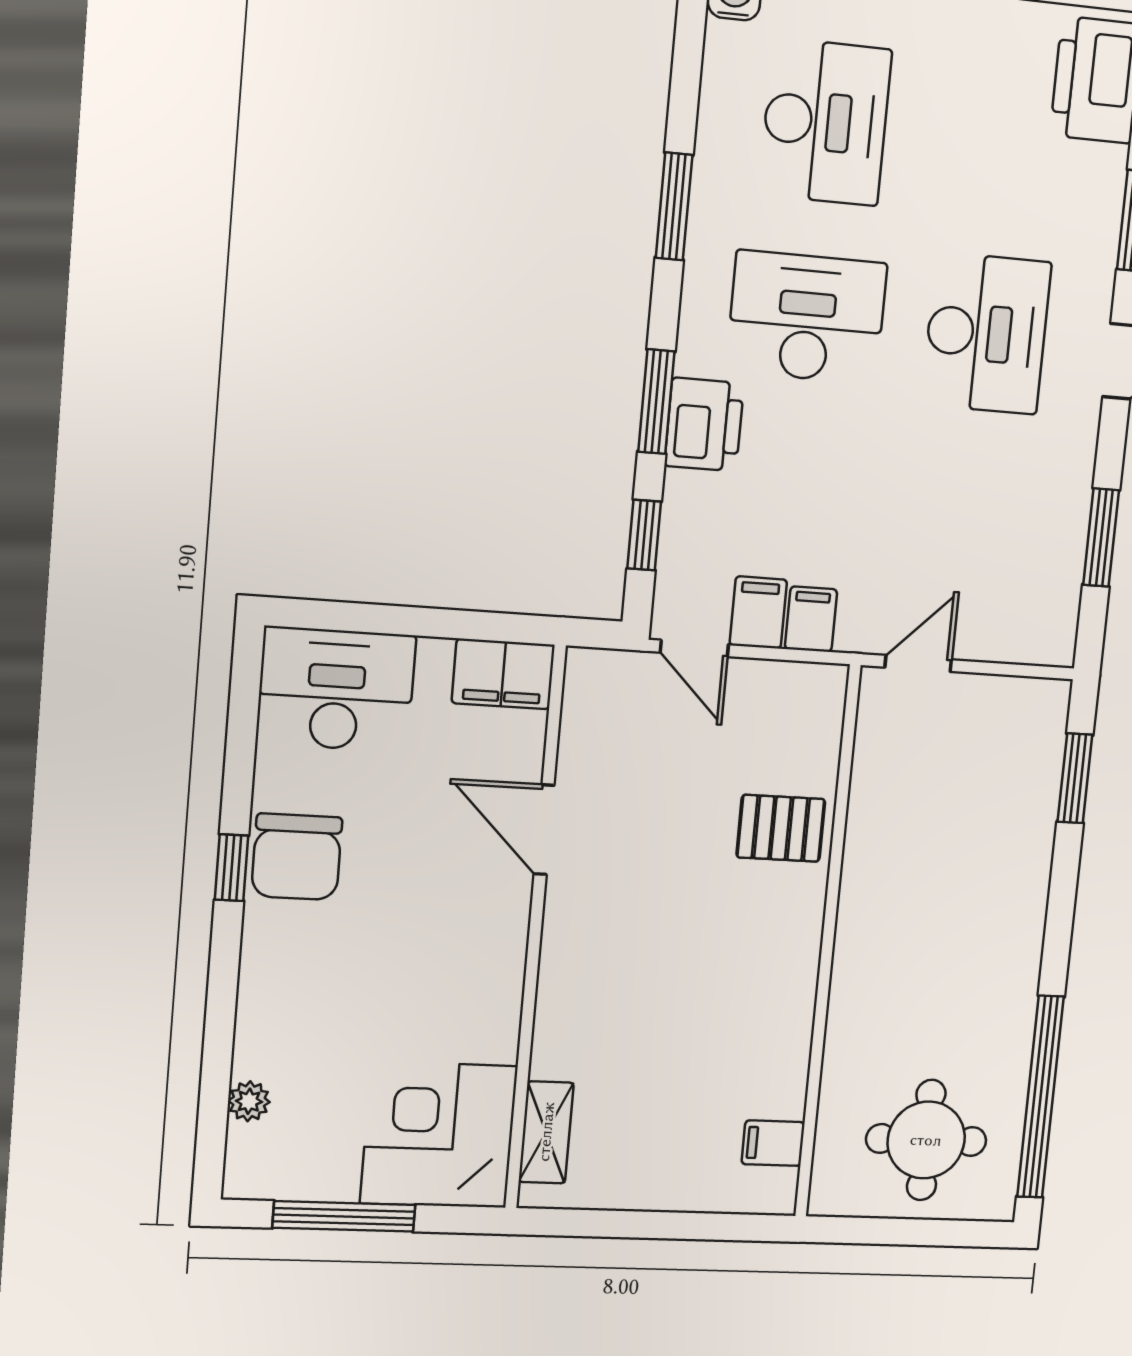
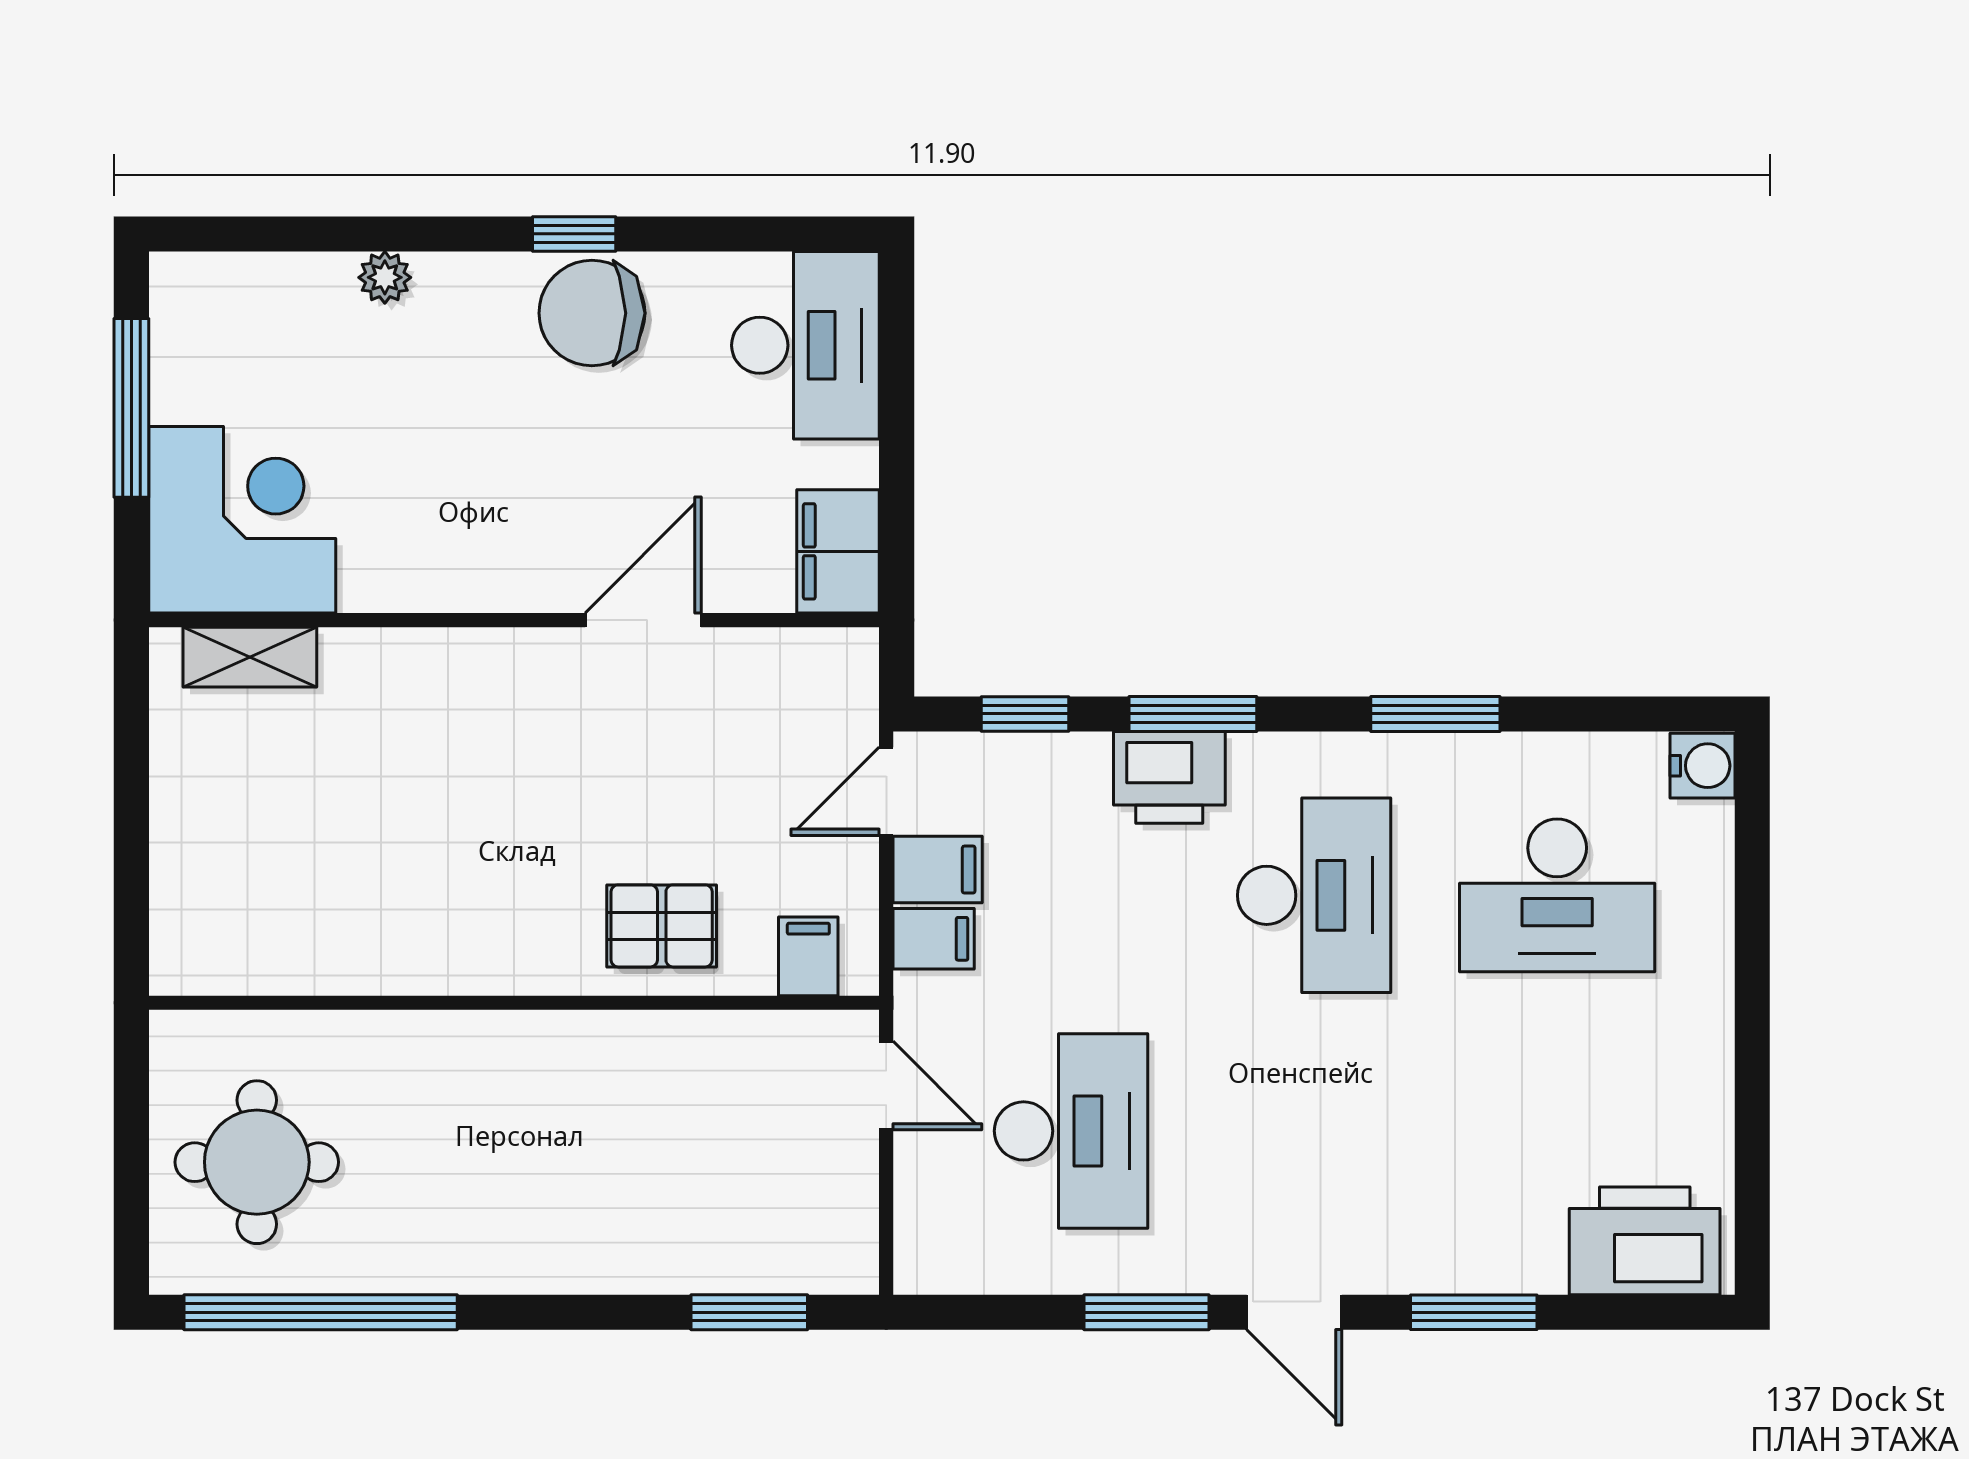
desk: (986, 334) -> (1071, 1131), moved, turned -90
window: (1101, 538) -> (1147, 1312), moved
pallet: (781, 828) -> (662, 926), turned 90
plant: (249, 1101) -> (385, 277), moved
filing cabinet: (773, 1143) -> (808, 956), moved

